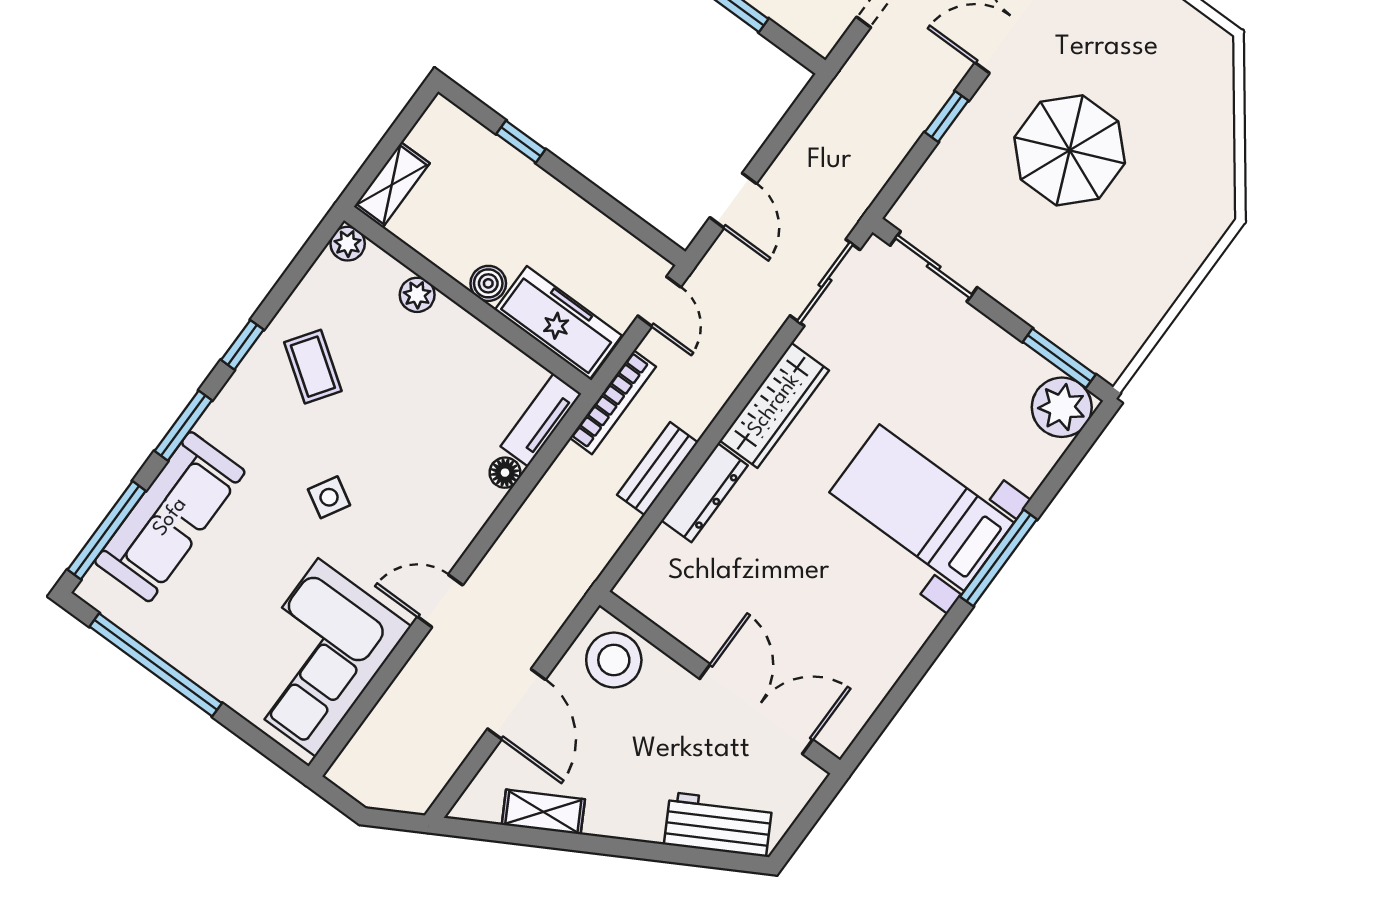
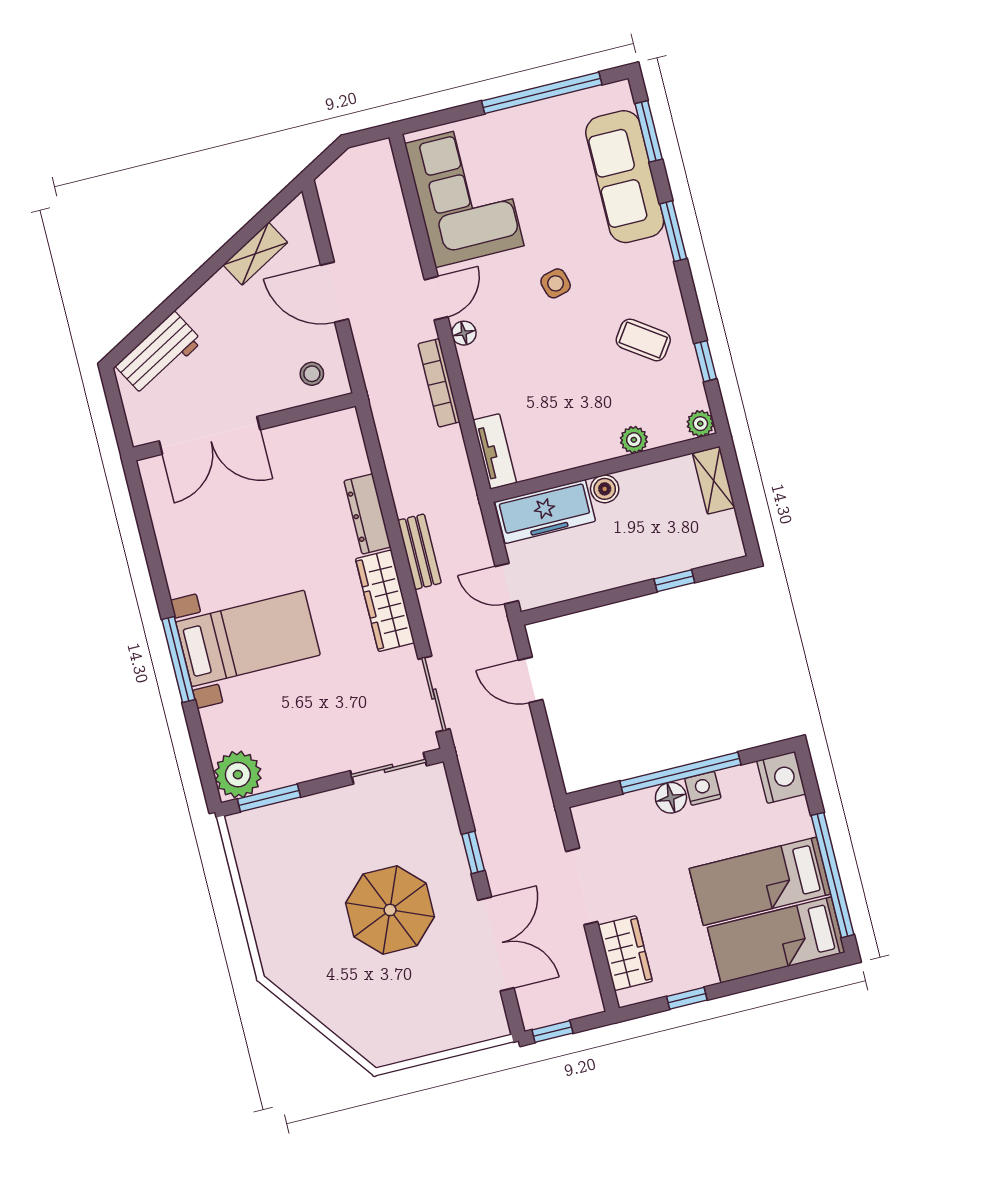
window: (242, 345) -> (705, 361), moved
bookcase: (613, 402) -> (439, 383), moved
bench: (657, 469) -> (419, 552), moved
floor lamp: (505, 473) -> (464, 333), moved
side table: (329, 497) -> (556, 283), turned 45
window: (107, 530) -> (649, 131), width x0.69
stool: (614, 660) -> (312, 374), width x0.53, depth x0.53

